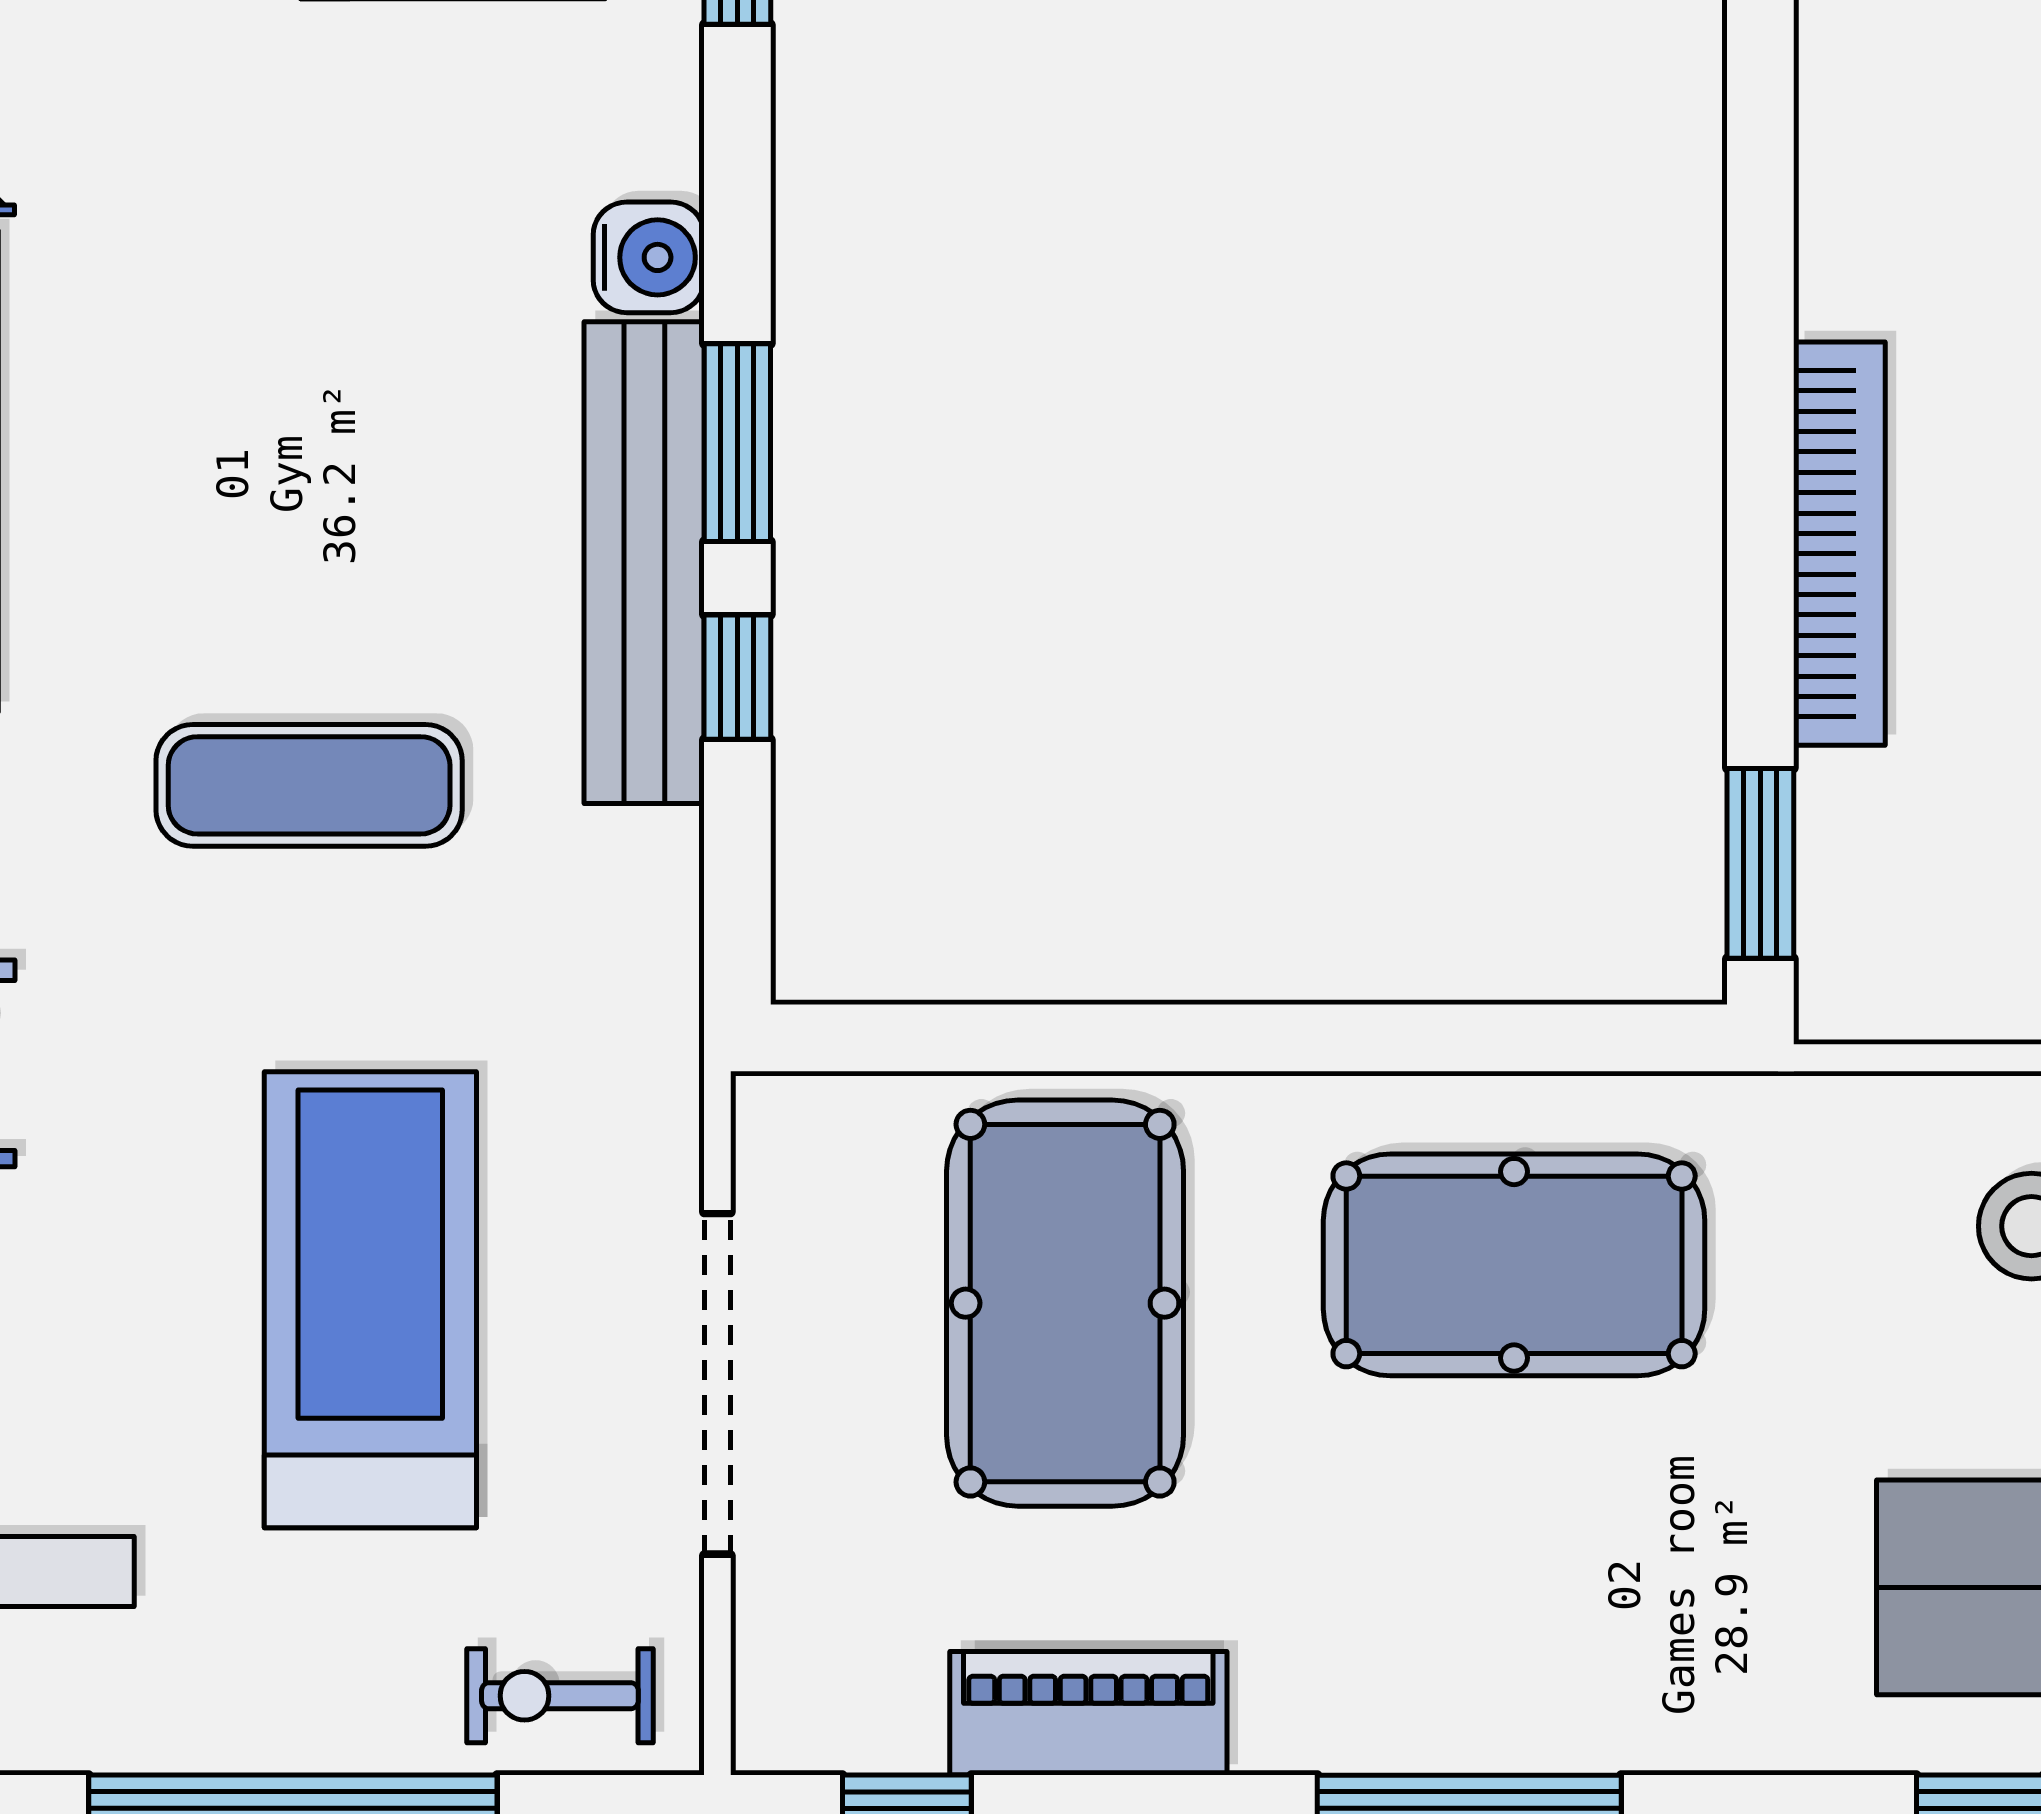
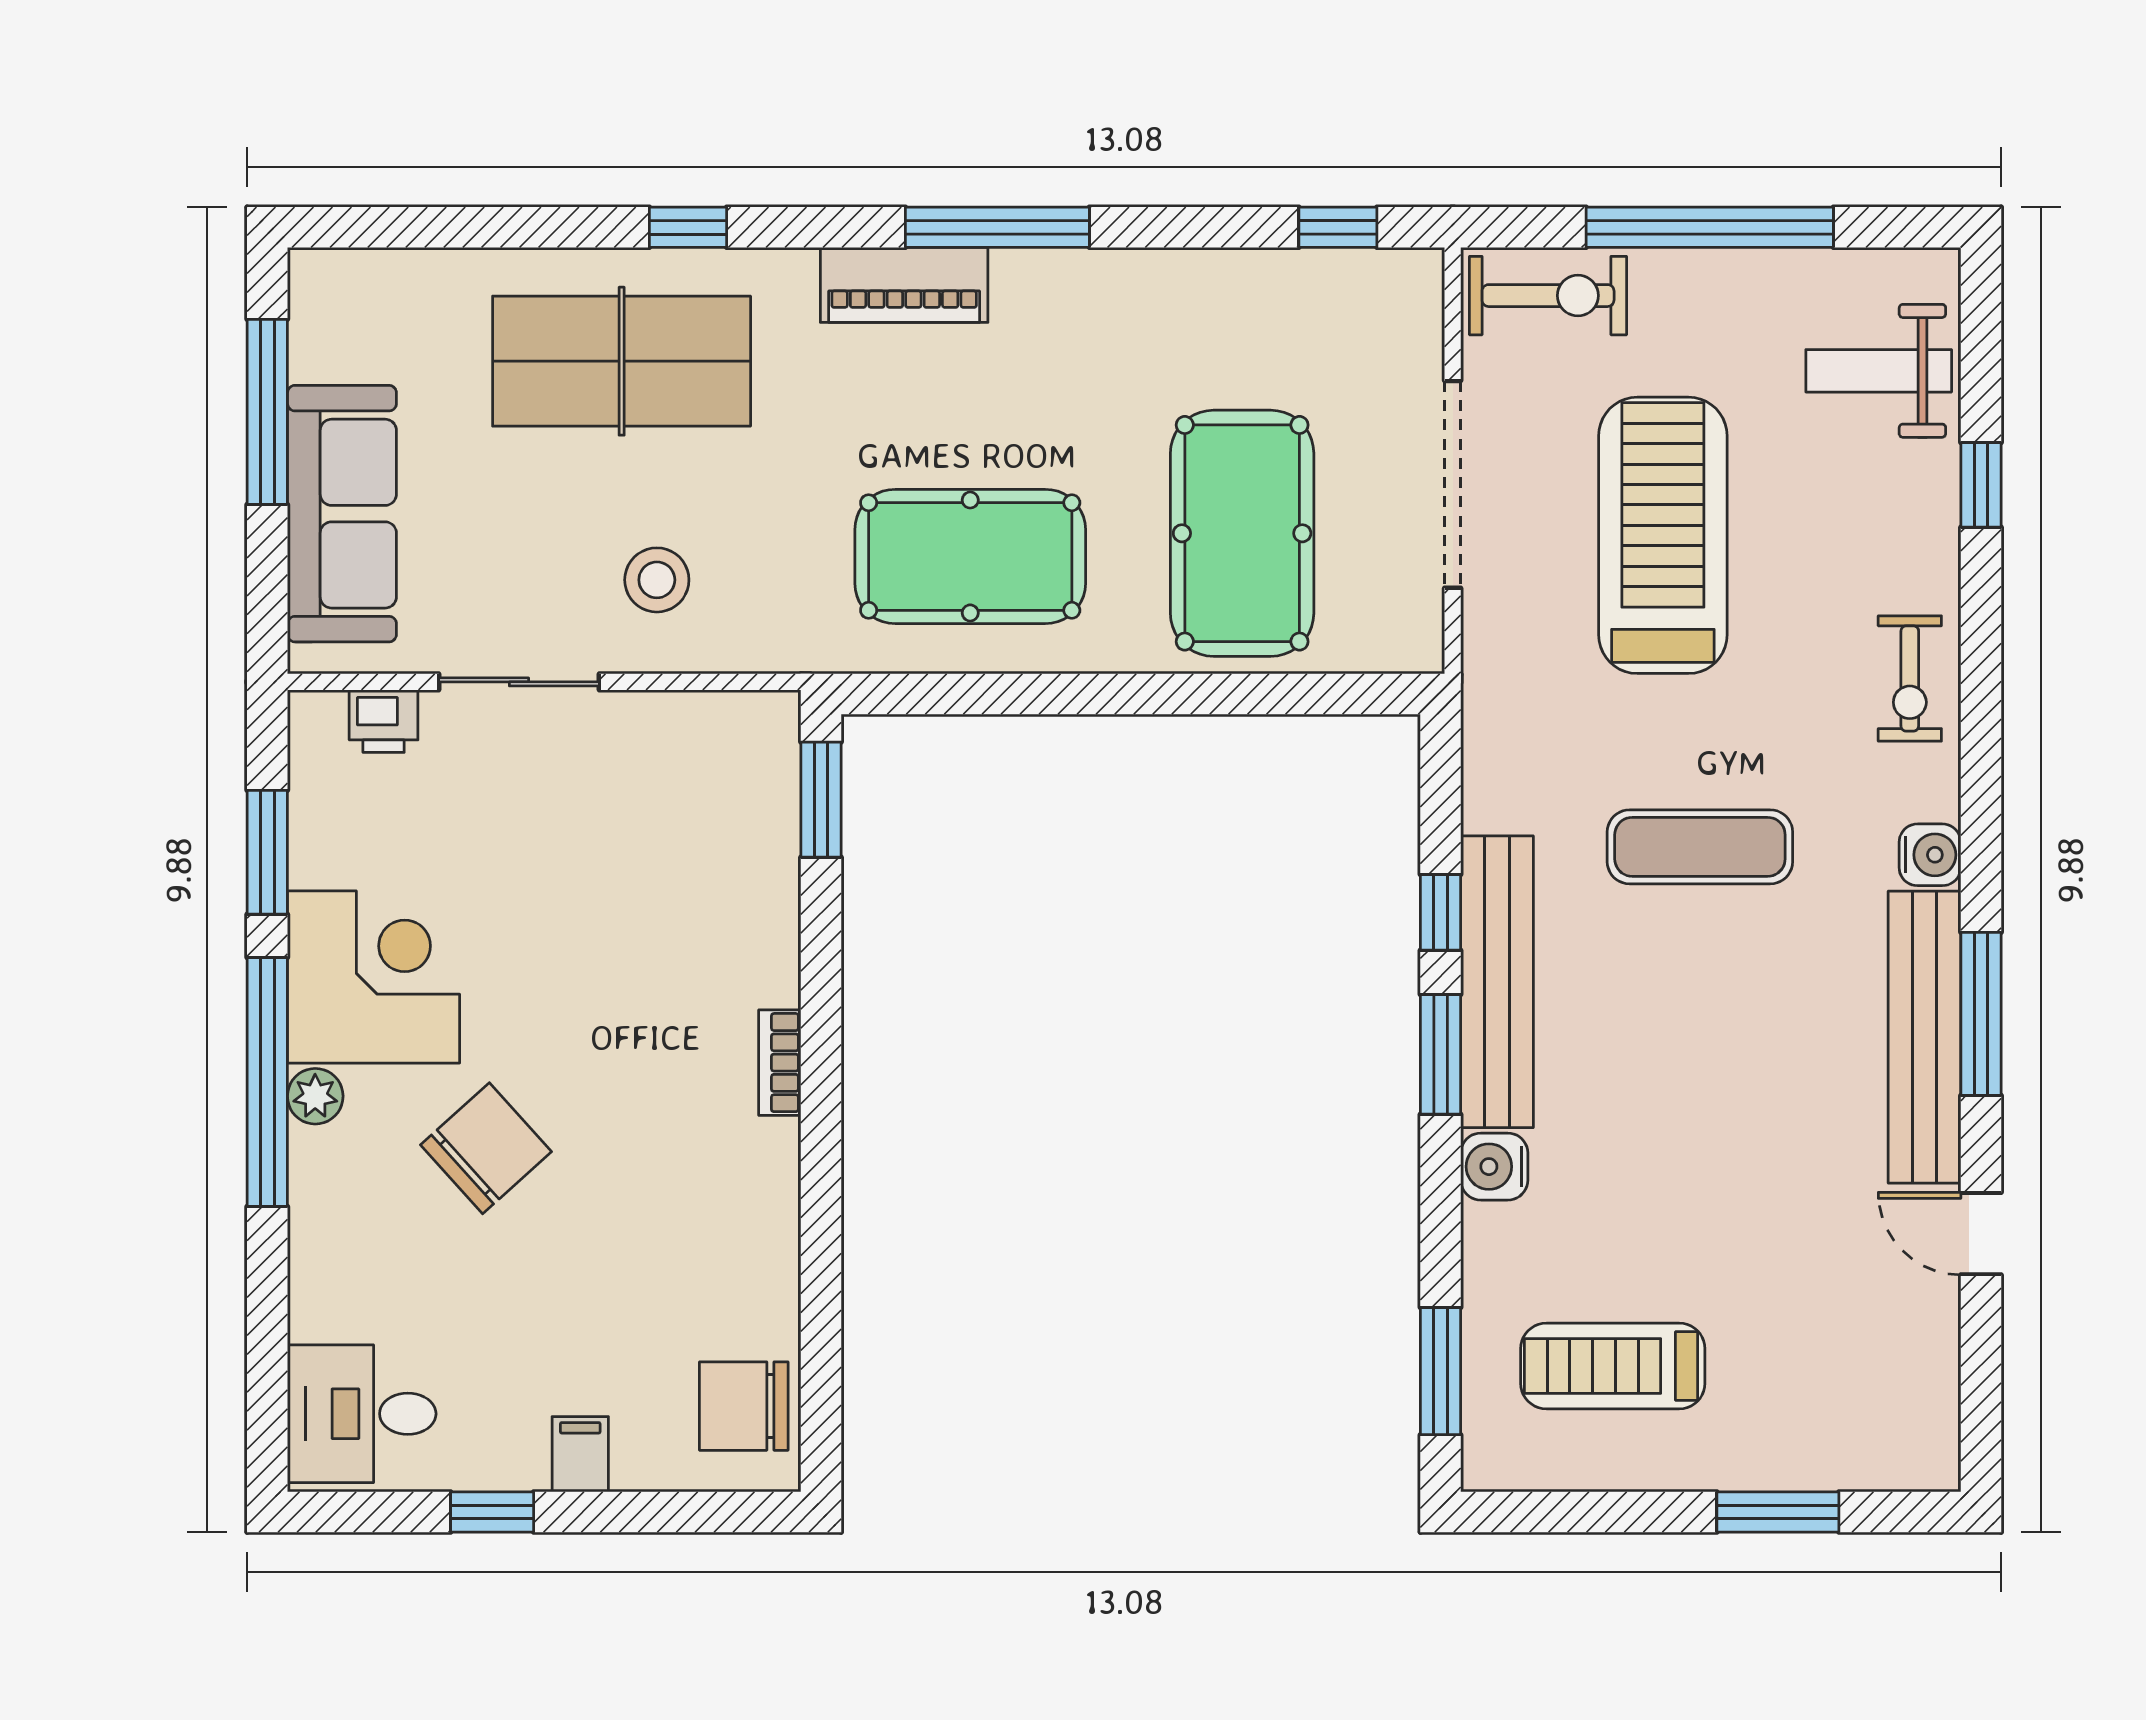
bookcase: (1839, 544) -> (780, 1063), width x0.43, depth x0.76
treadmill: (370, 1300) -> (1663, 535), turned 180
exercise bike: (560, 1696) -> (1548, 296), width x1.38, depth x1.39
piano: (1088, 1713) -> (904, 285), moved

